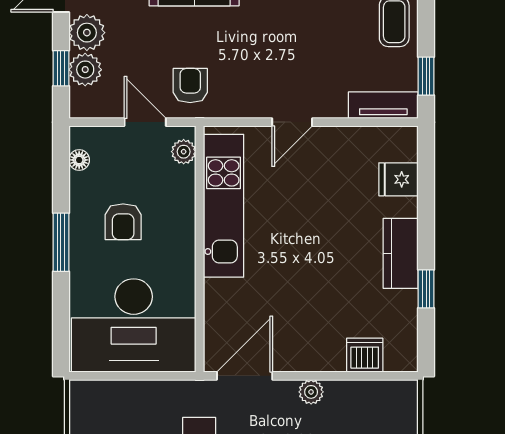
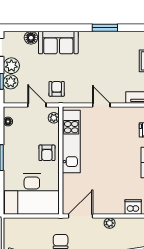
door: (292, 122) -> (101, 105), swing flipped
armchair: (123, 222) -> (47, 153), moved

